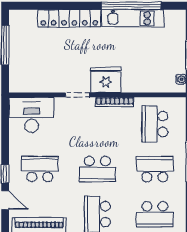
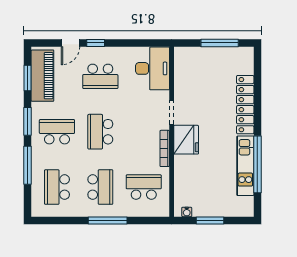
school desk: (40, 169) -> (100, 76), turned 90

